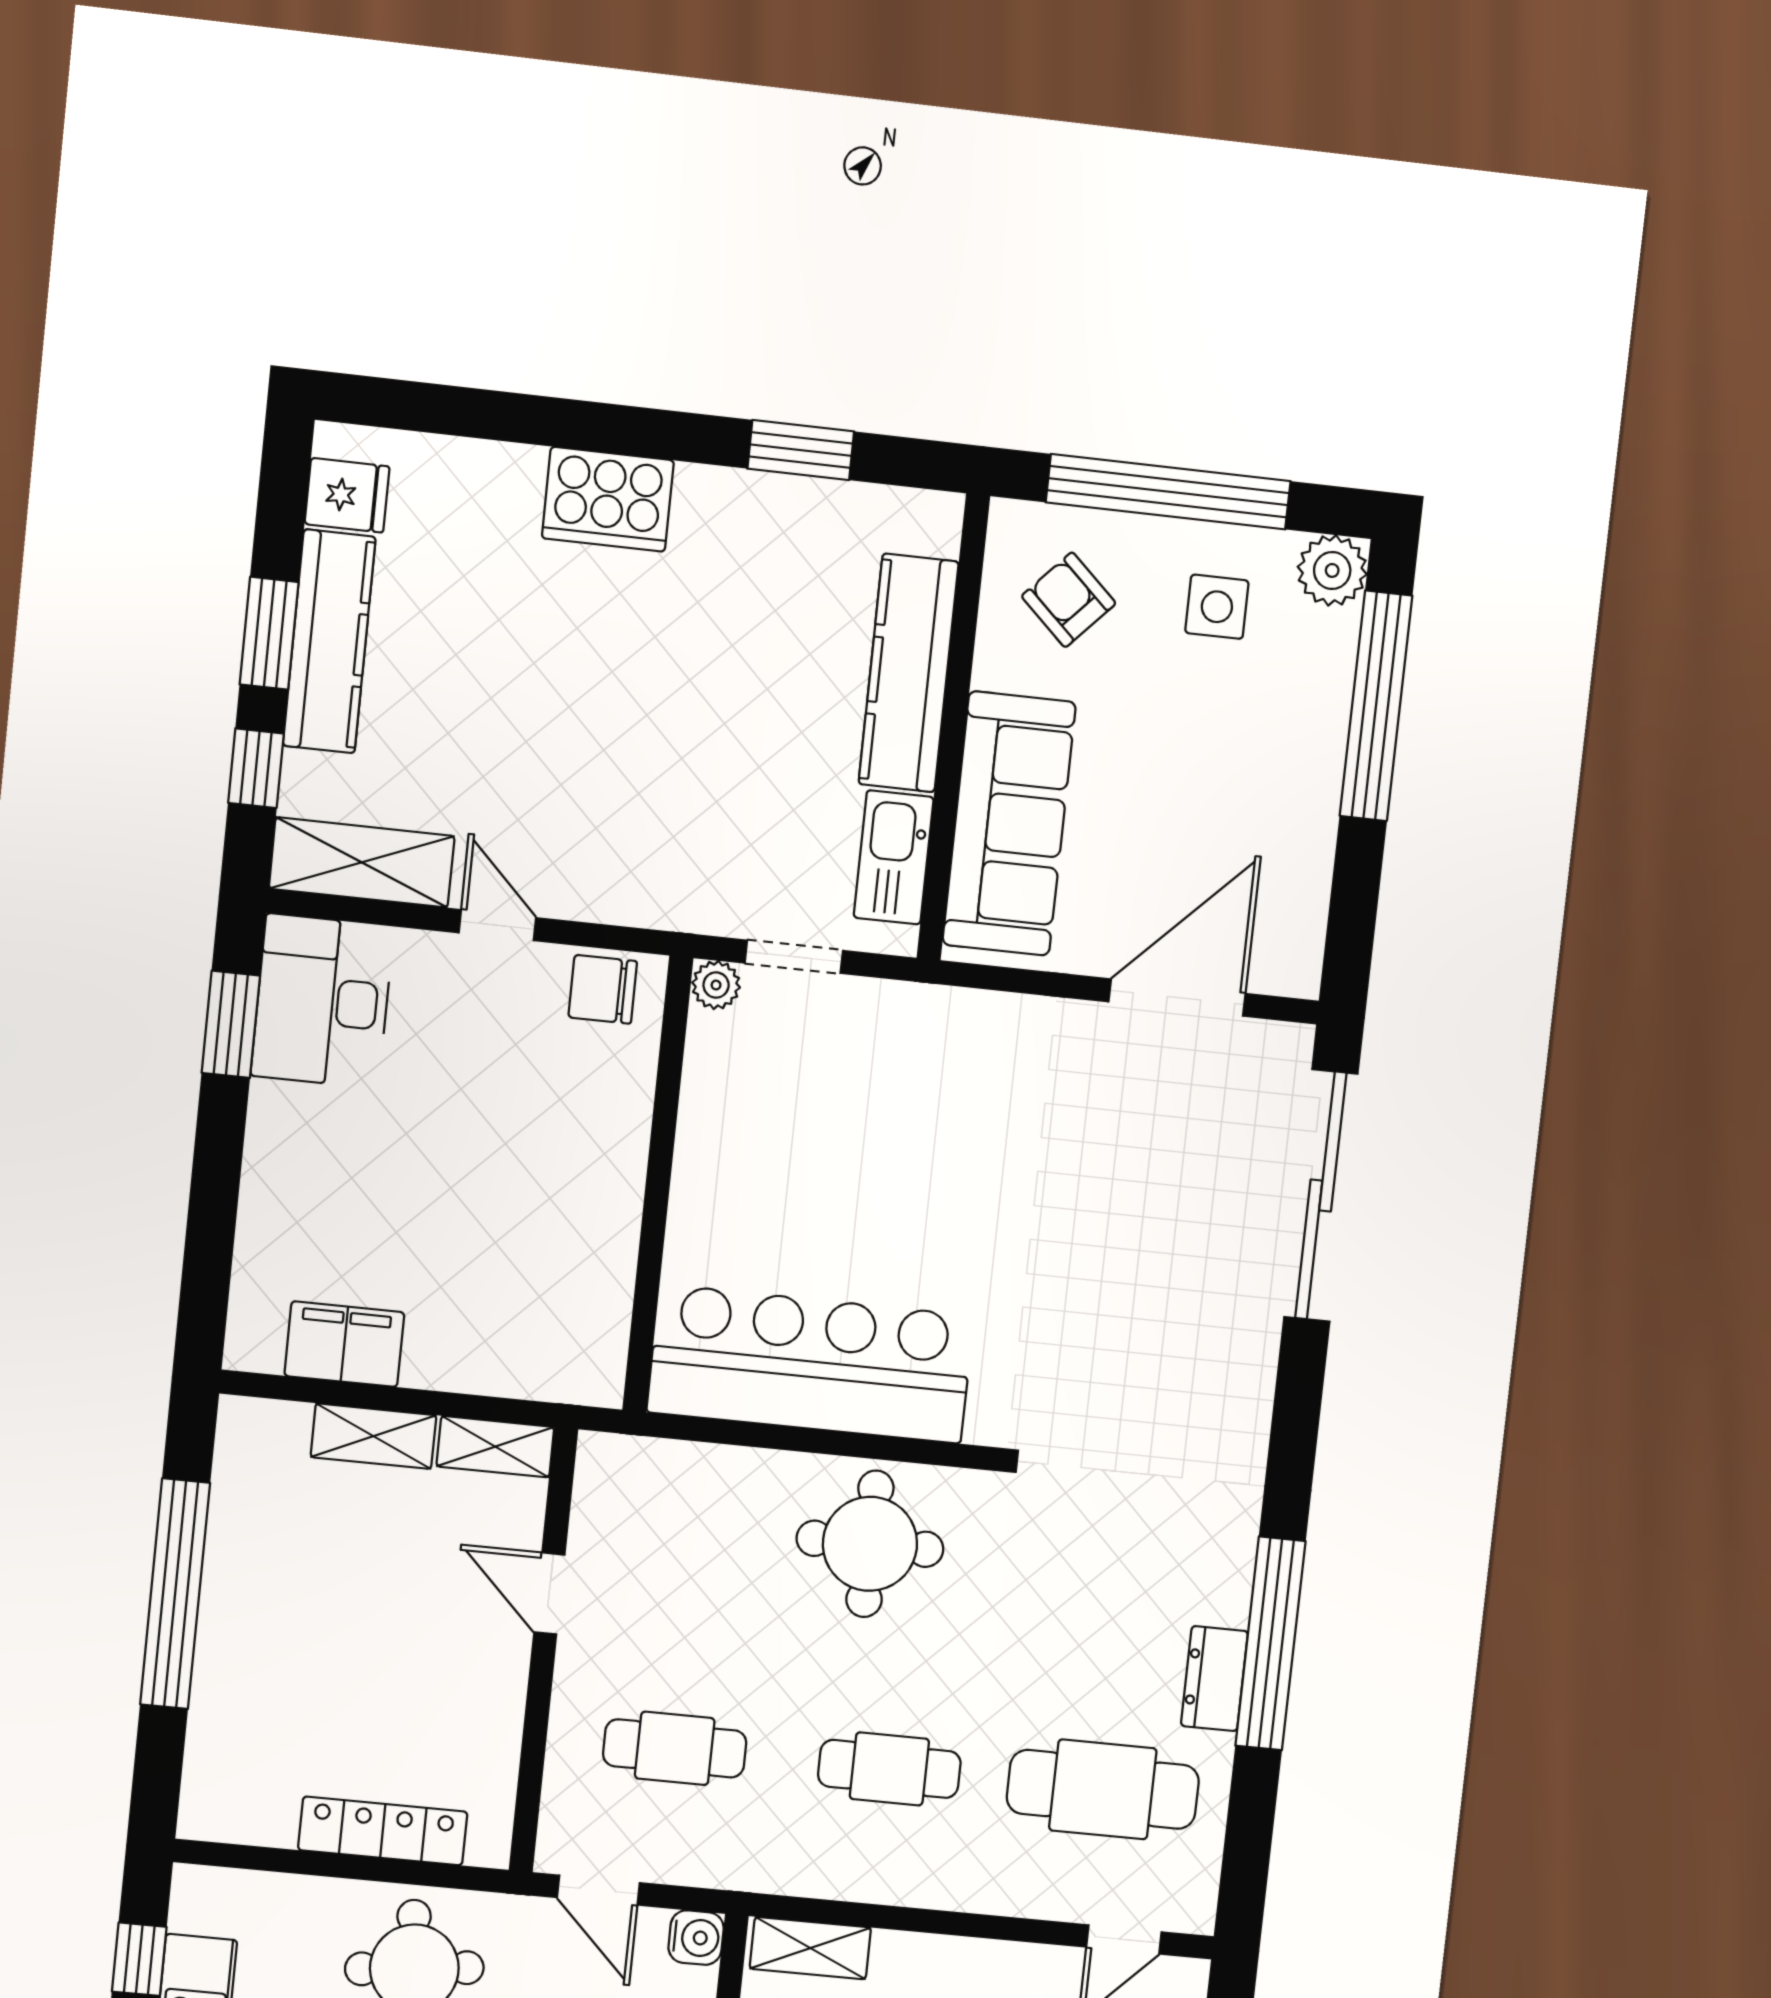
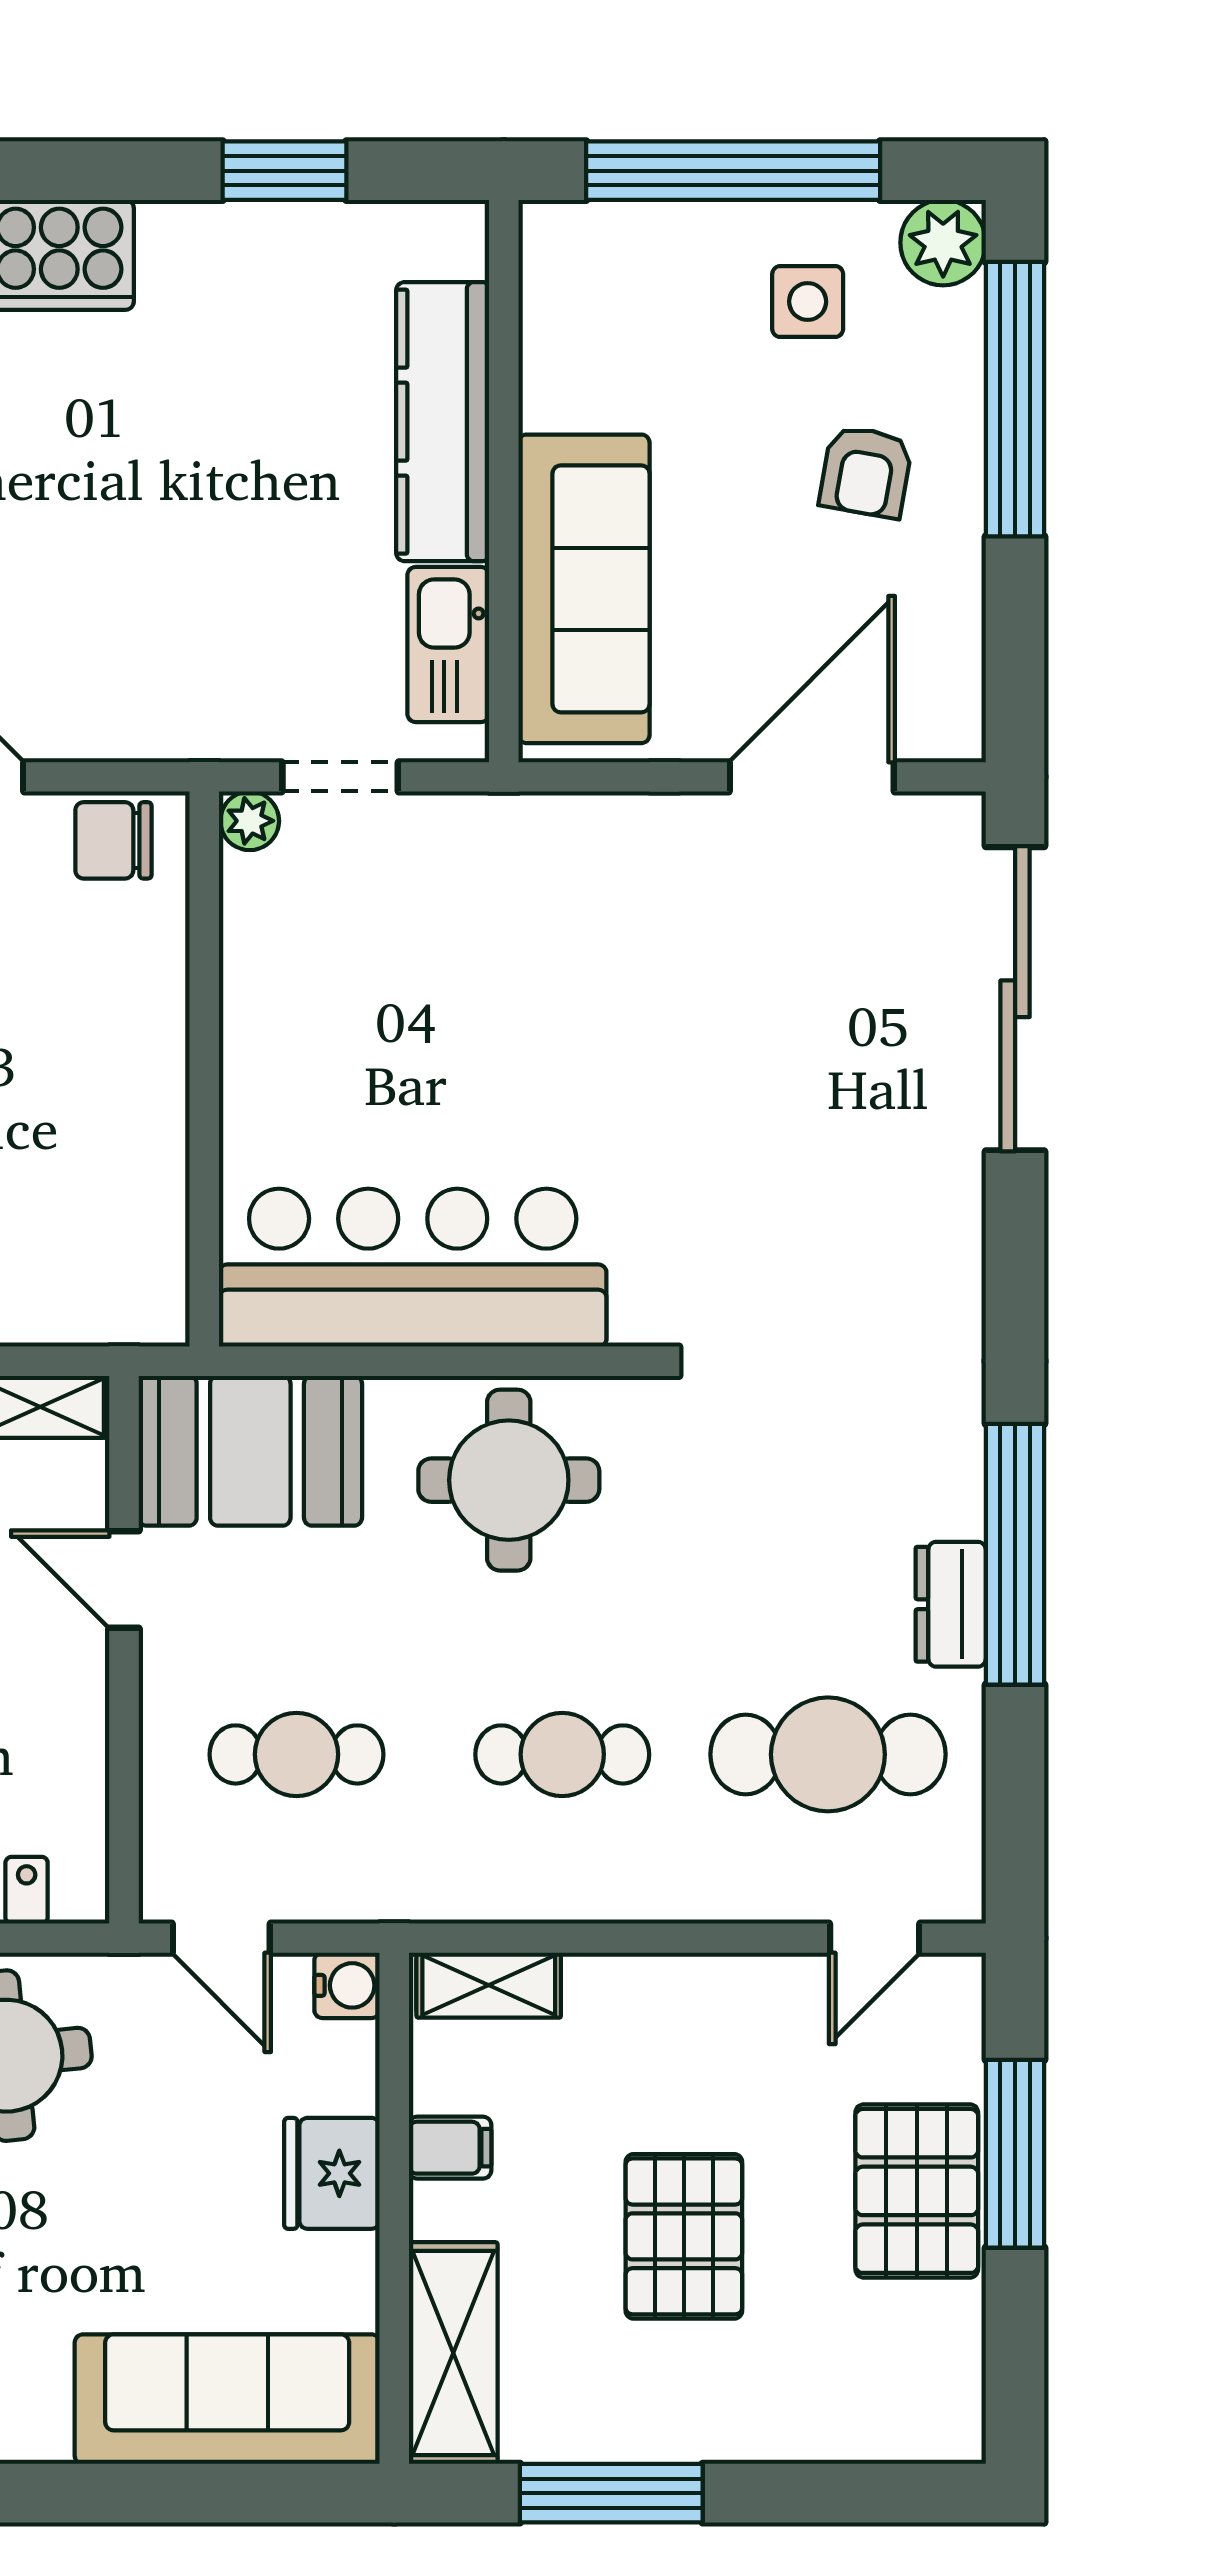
armchair: (1069, 600) -> (866, 472), moved, turned -123
booth: (663, 1499) -> (250, 1451), added

